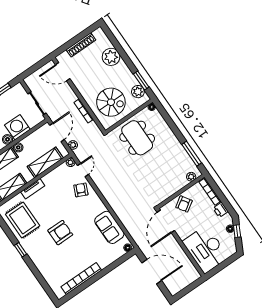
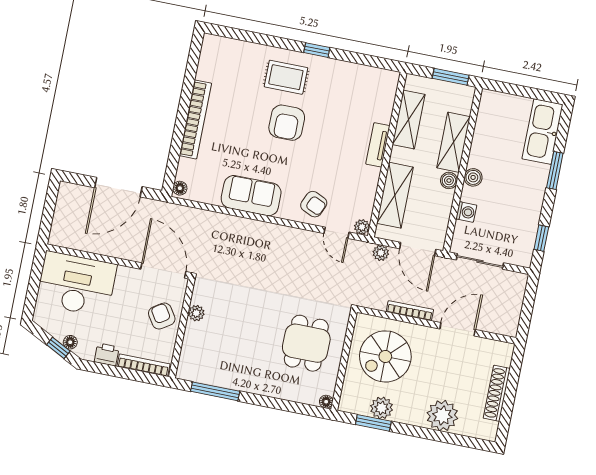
door: (63, 72) -> (458, 329), moved
plant: (138, 92) -> (382, 408), moved
washing machine: (17, 127) -> (466, 212), width x0.53, depth x0.53
dining table: (137, 138) -> (306, 343), width x0.73
plant: (191, 177) -> (196, 313), moved
rug: (23, 220) -> (286, 77), moved, width x0.73, depth x0.70
sofa: (109, 227) -> (251, 196), moved
bookcase: (81, 278) -> (195, 119), moved

